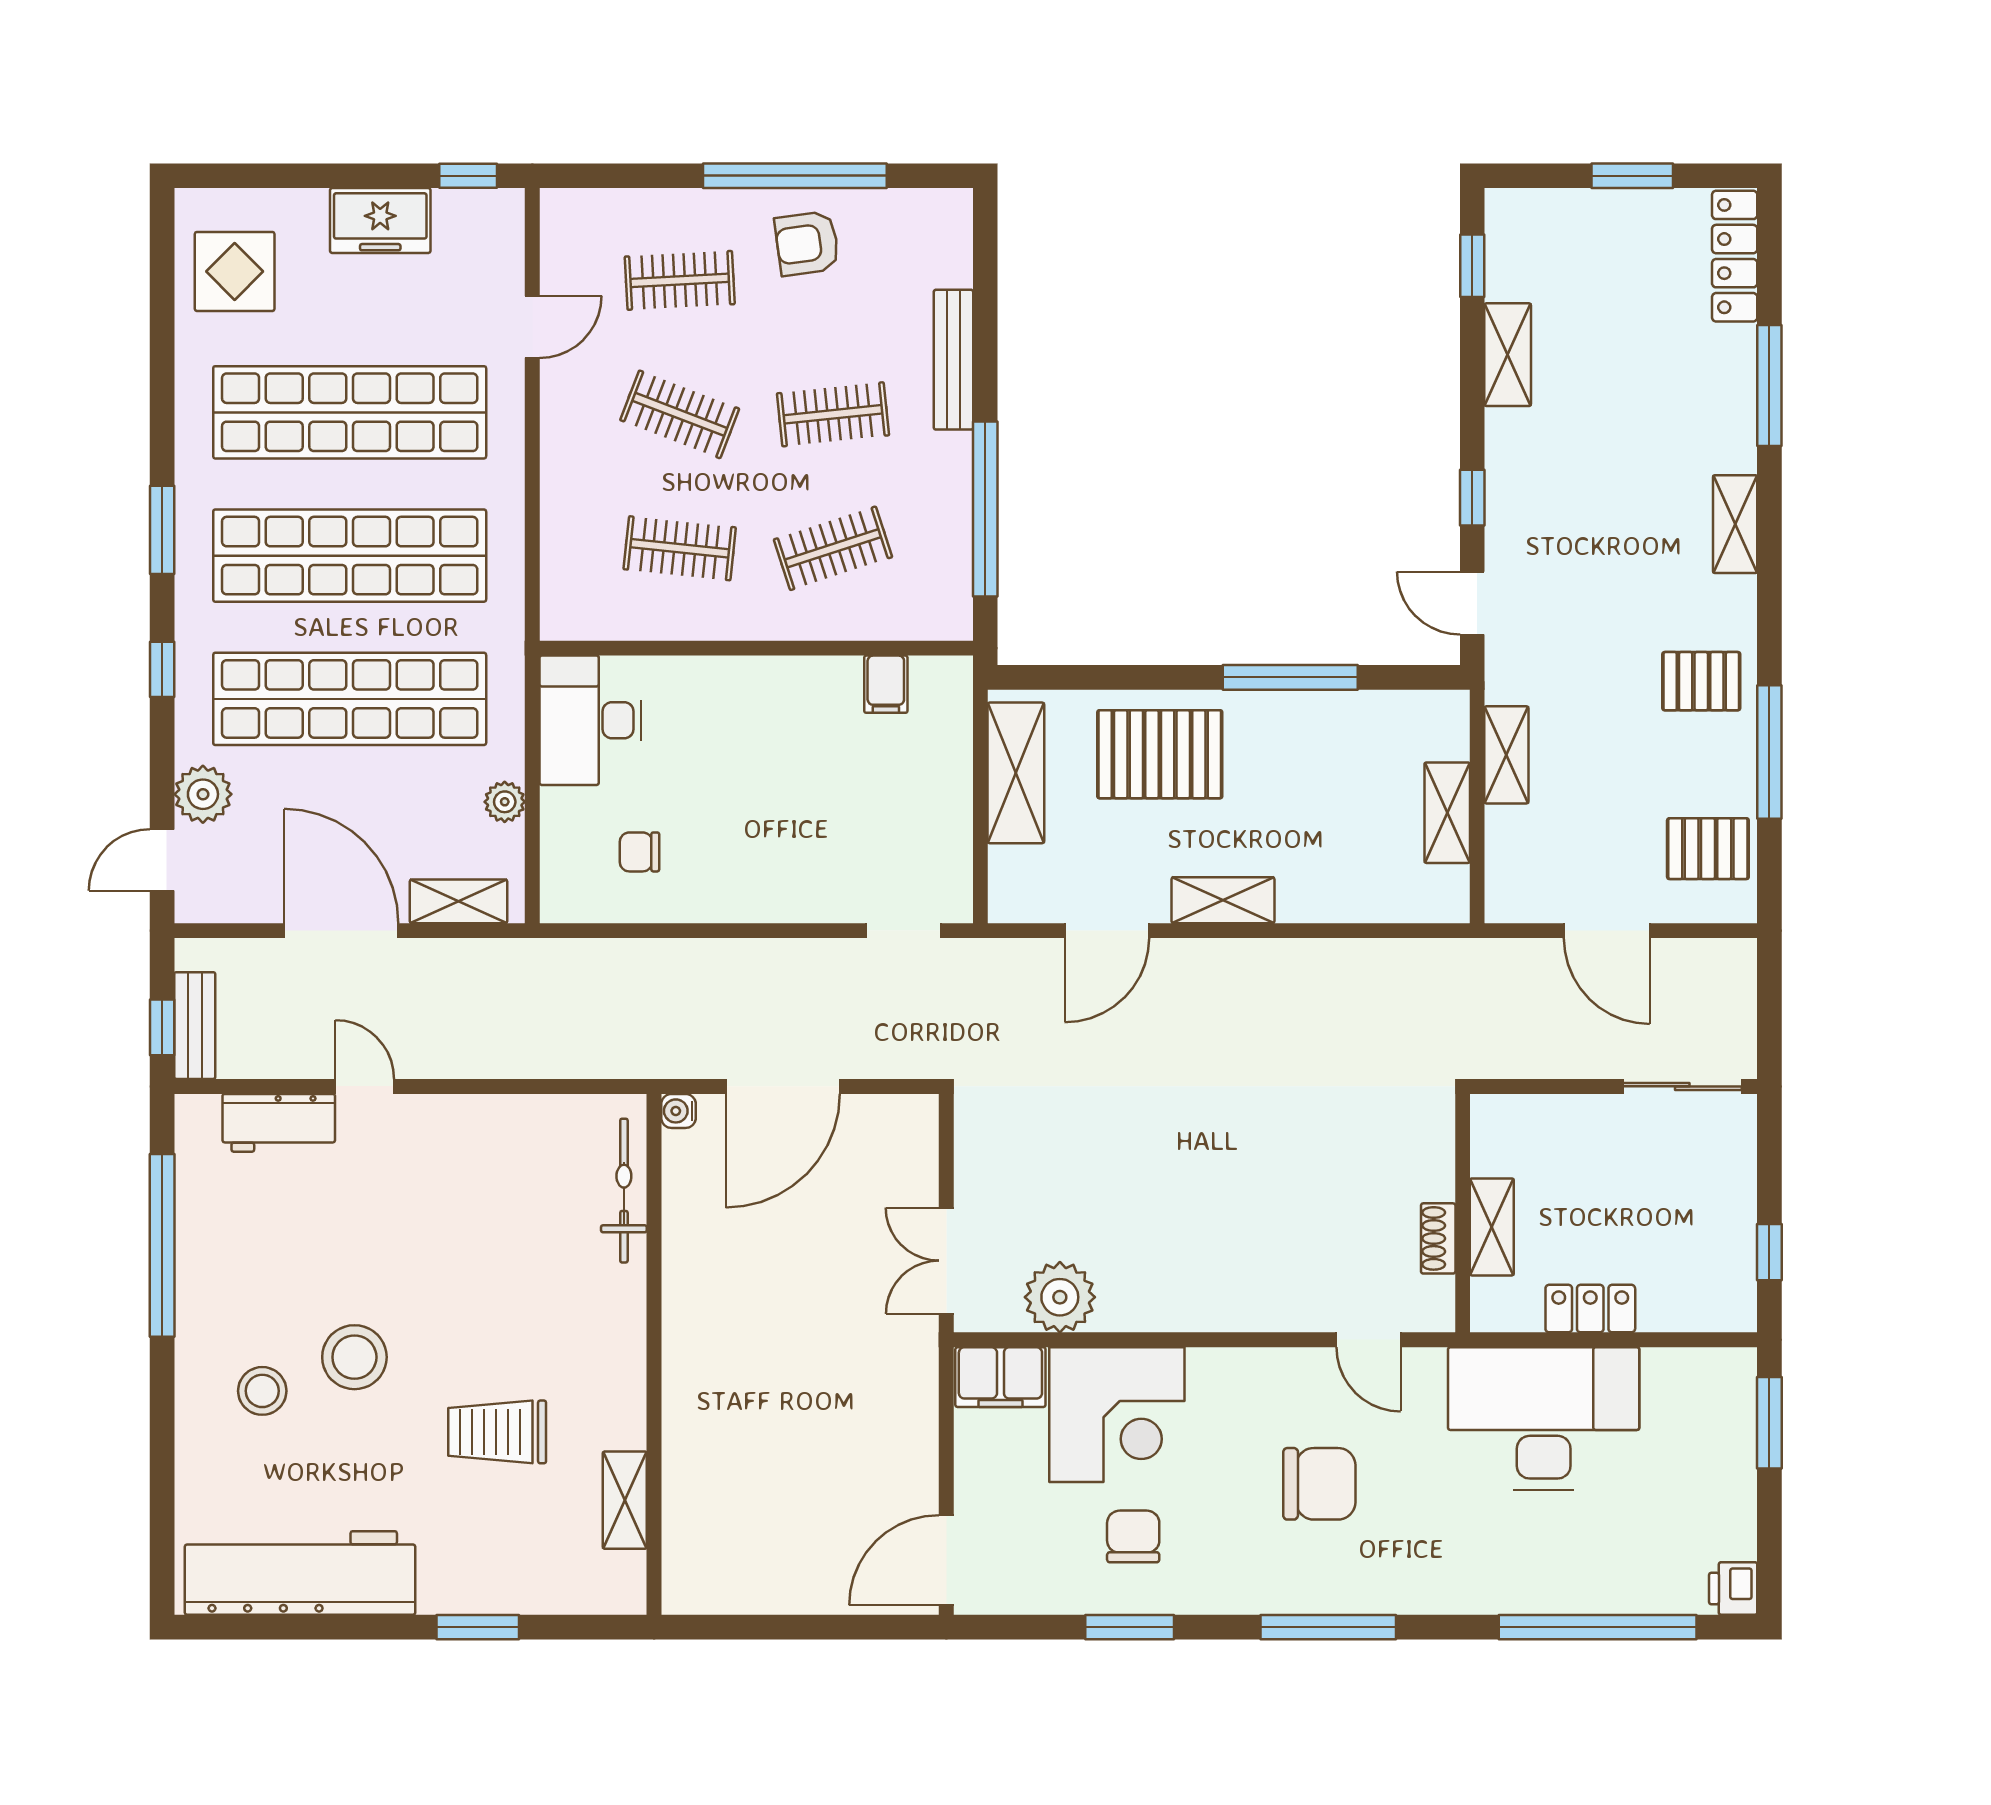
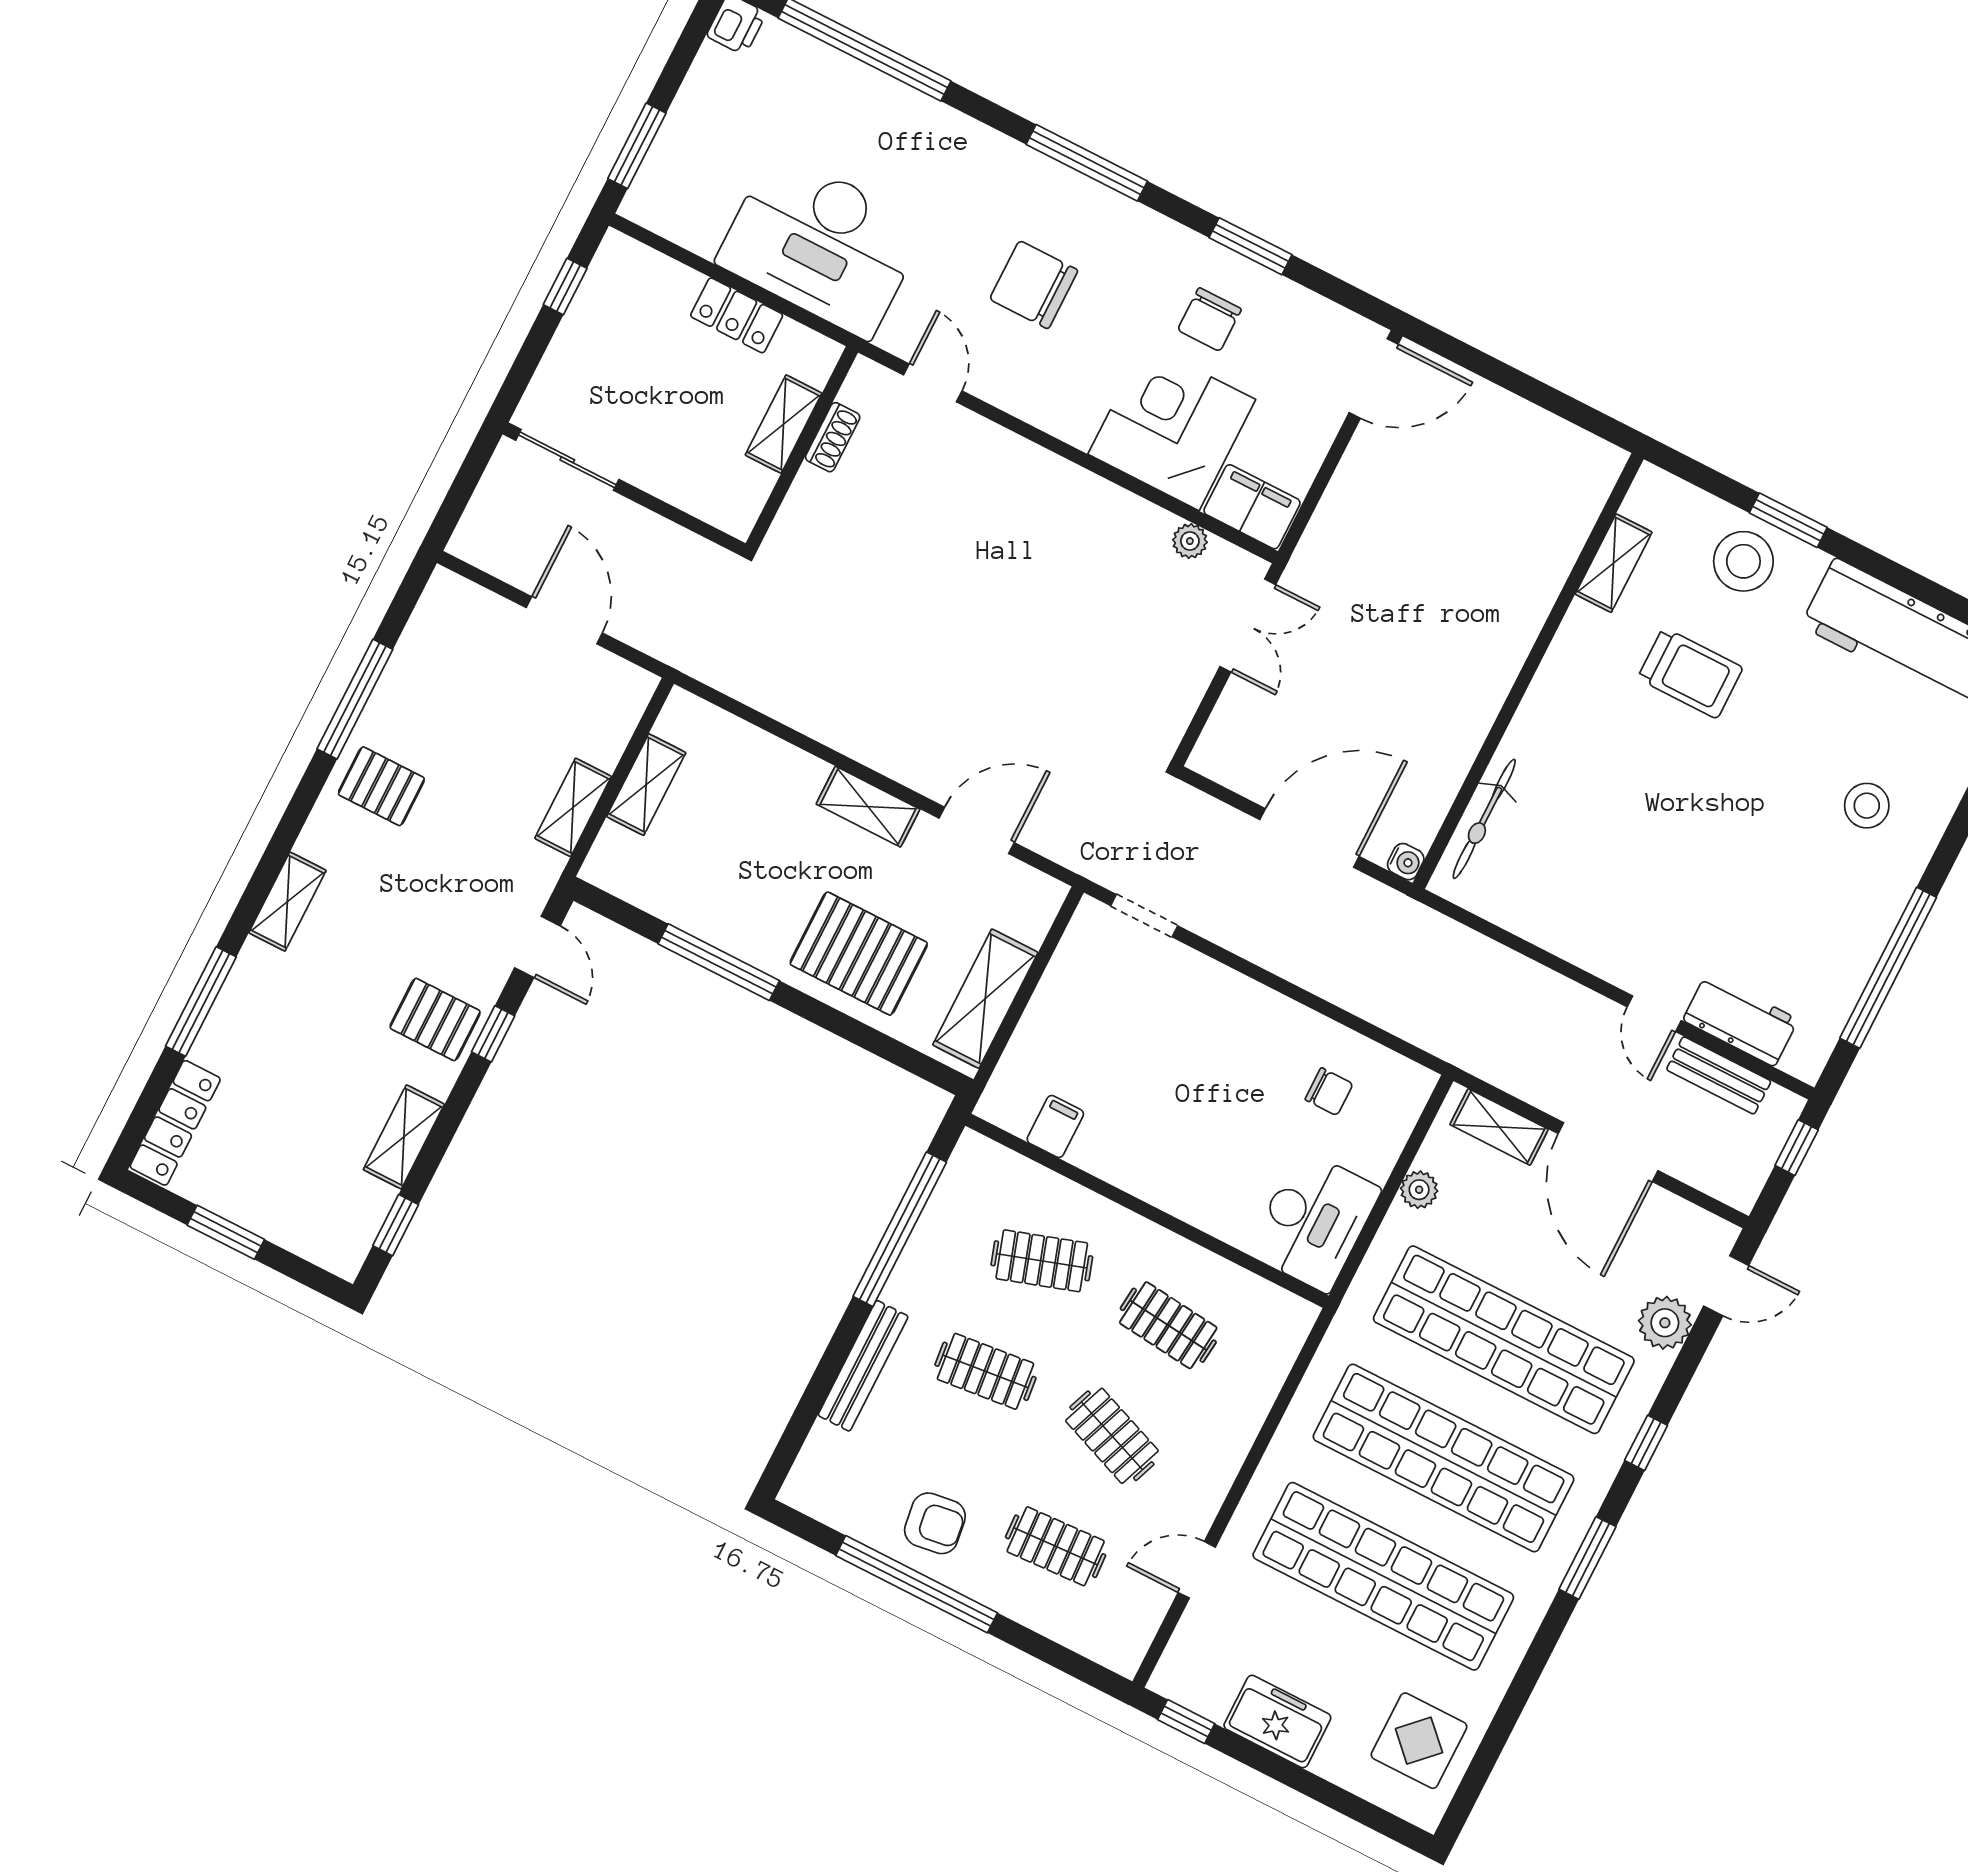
pallet: (1708, 849) -> (435, 1020), moved
bench: (195, 1026) -> (1719, 1075), moved, turned 90
plant: (1060, 1297) -> (1190, 541), width x0.53, depth x0.53
stool: (354, 1357) -> (1743, 561), moved

